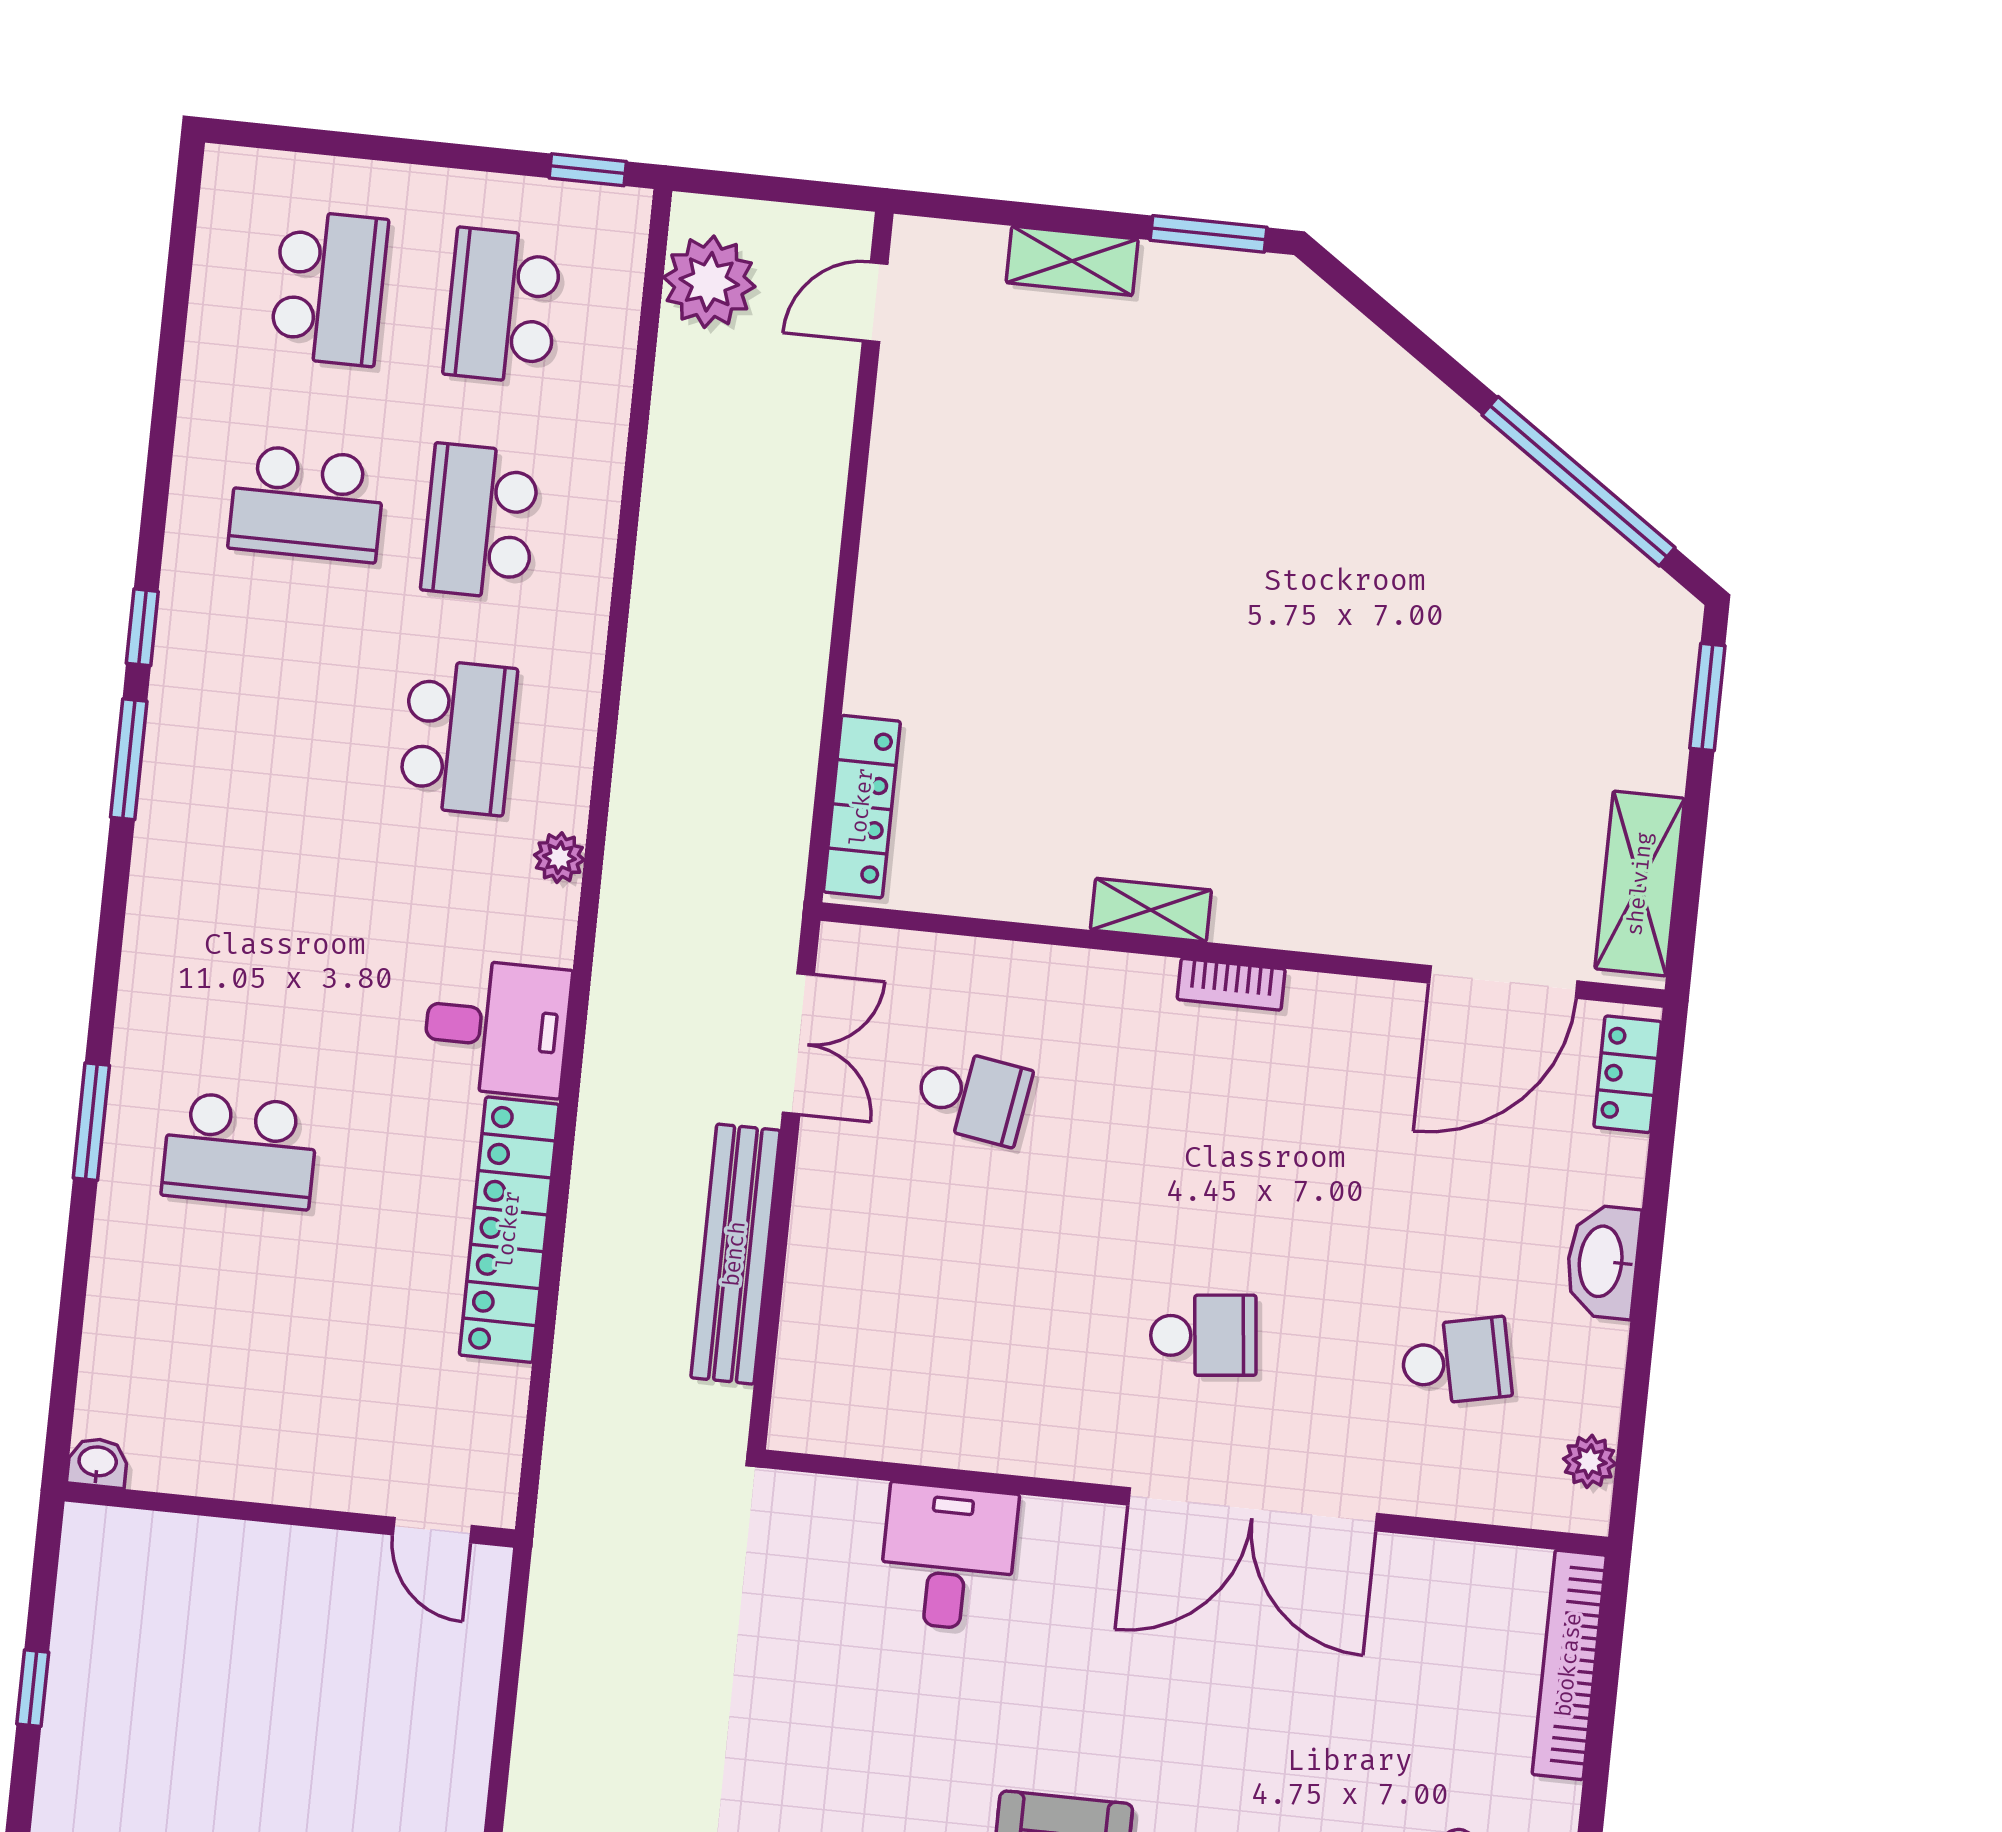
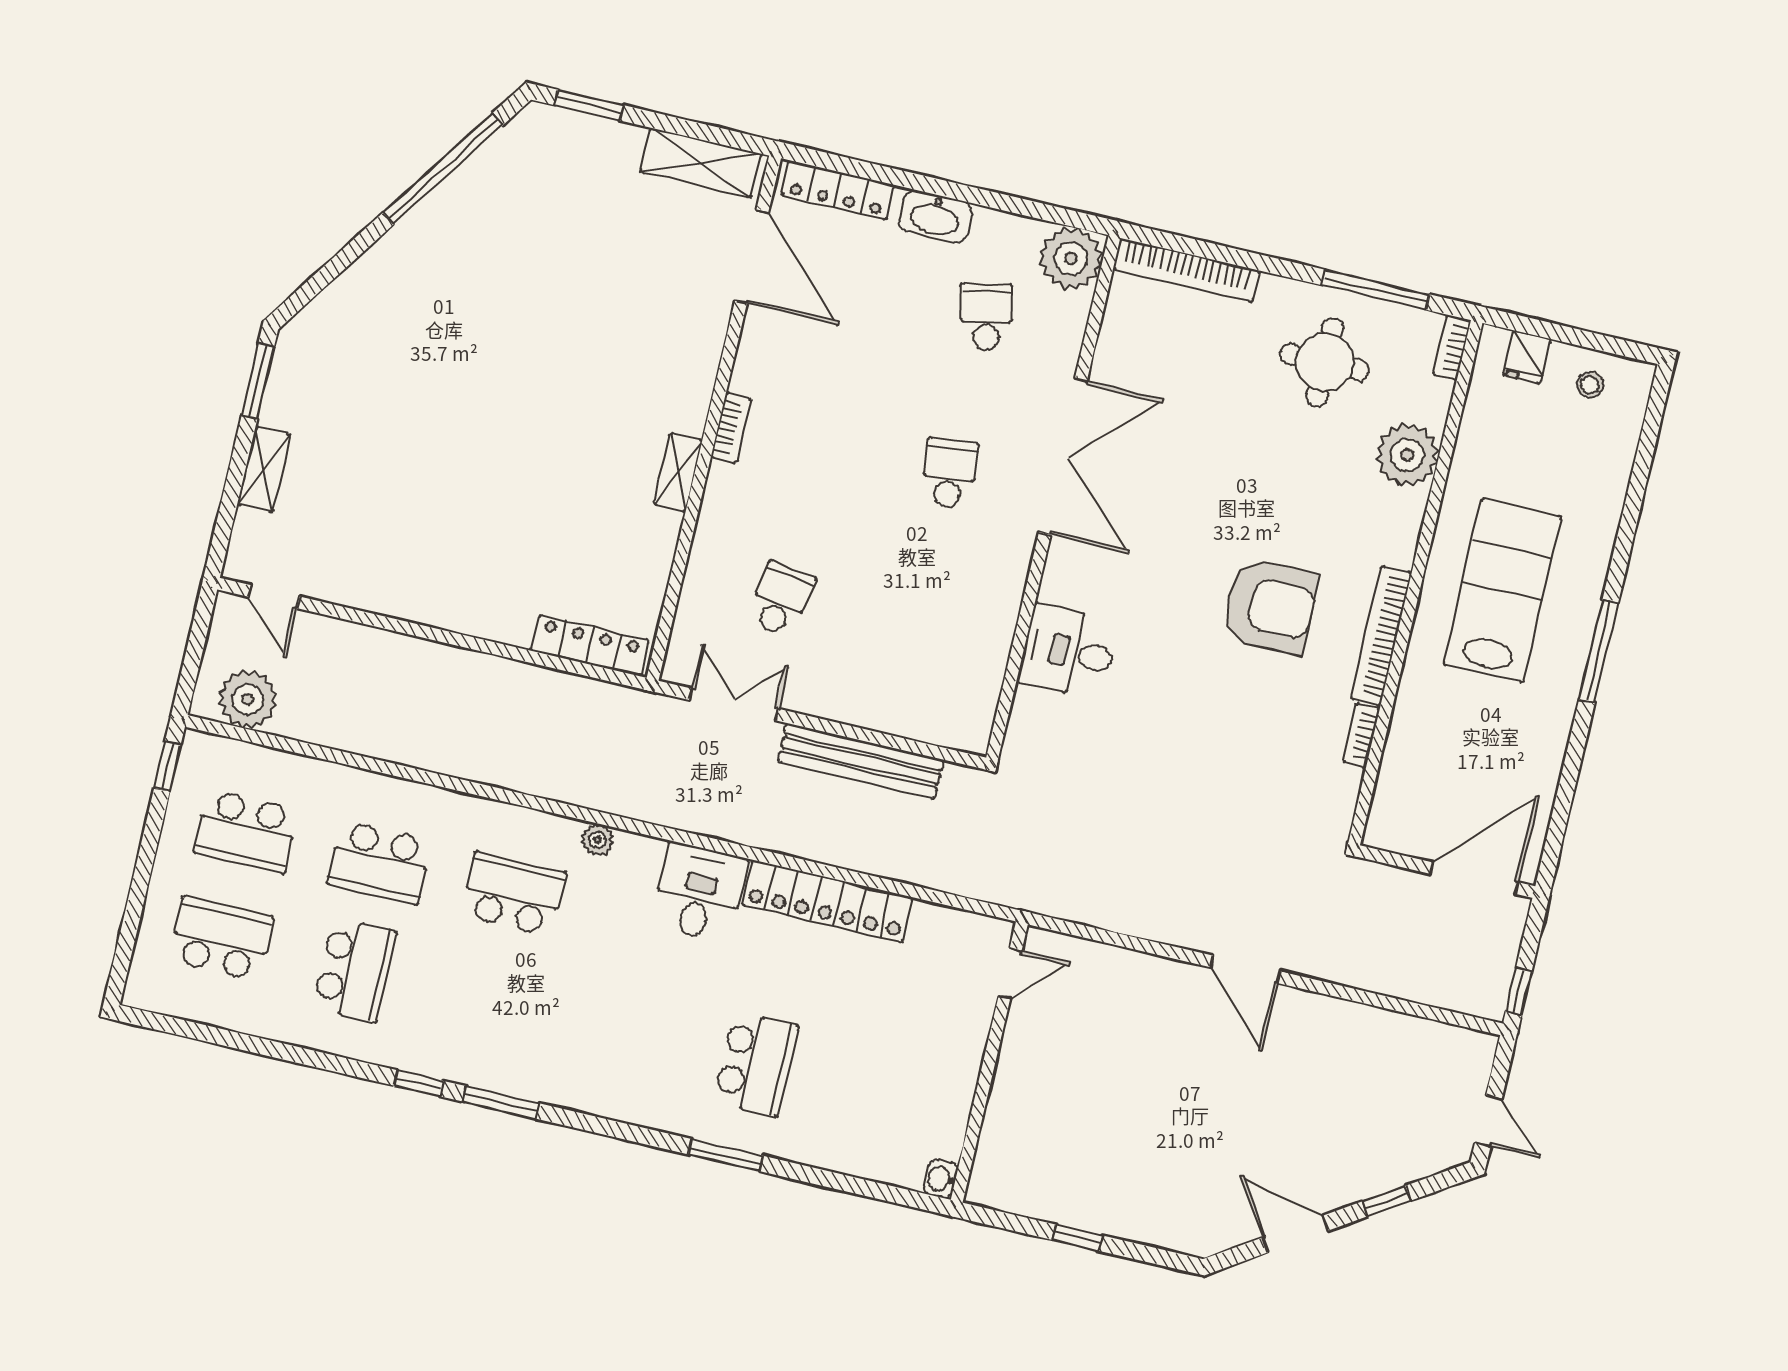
locker: (1628, 1074) -> (838, 190), width x1.53
plant: (1590, 1461) -> (1071, 258), width x1.88, depth x1.88

